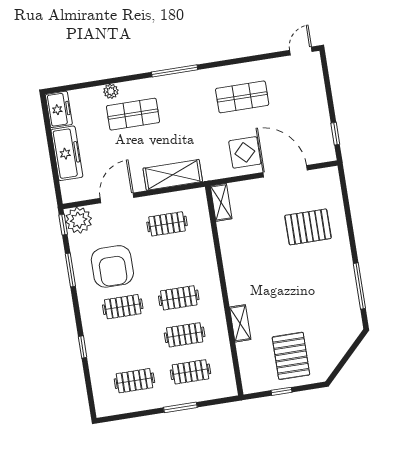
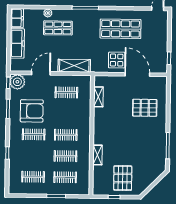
shop shelf: (242, 97) -> (121, 29), width x1.43, depth x1.36
shelving: (221, 202) -> (98, 97), moved
armchair: (112, 266) -> (32, 111), turned -90

